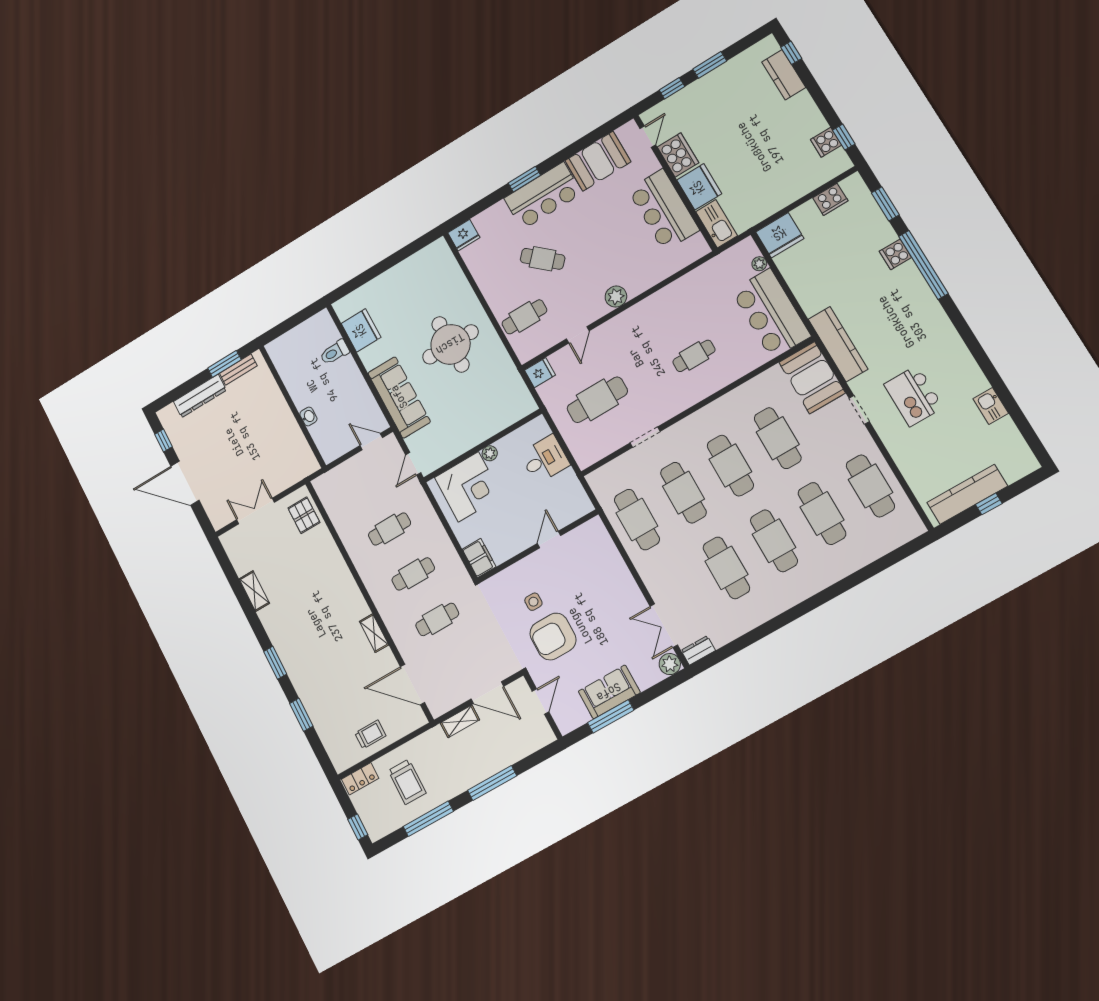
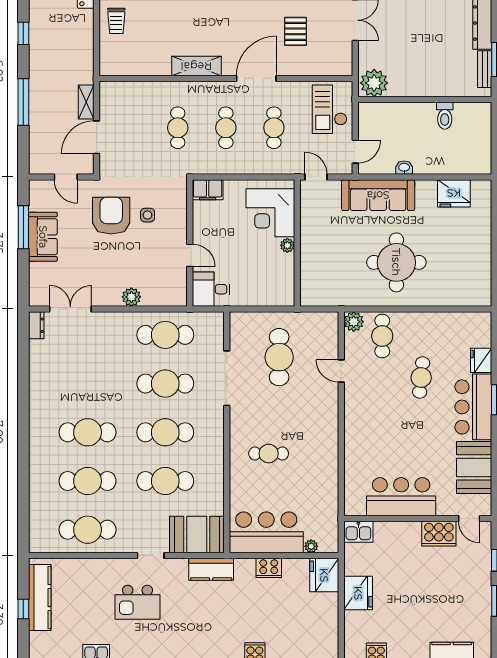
fridge: (699, 187) -> (358, 593), moved, turned -90
cooker: (830, 199) -> (269, 568), moved, turned -90
kitchen sink: (717, 224) -> (358, 532), width x0.73
fridge: (464, 235) -> (481, 360), moved
cafe table: (543, 259) -> (421, 377), turned -36
plant: (616, 297) -> (354, 322), moved
kitchen counter: (838, 344) -> (211, 569), width x0.67
toilet: (335, 352) -> (445, 116), moved, turned 180
cafe table: (694, 356) -> (269, 454), turned 90
fridge: (540, 373) -> (329, 323), removed
kitchen island: (914, 396) -> (137, 602), turned 180
washbasin: (308, 416) -> (404, 168), moved, turned 180
doorway: (645, 437) -> (227, 378), width x1.88
desk: (545, 459) -> (211, 289), moved, turned 90
plant: (302, 461) -> (374, 83), added
checkout: (346, 488) -> (330, 109), added
pallet: (304, 515) -> (296, 31), moved, turned 90
cafe table: (726, 568) -> (88, 384), removed
shelving: (374, 633) -> (196, 66), width x1.50, depth x1.33
plant: (670, 664) -> (131, 297), moved
door: (413, 685) -> (256, 78), moved
trolley: (407, 782) -> (62, 32), removed
window: (428, 819) -> (23, 33), width x0.46

